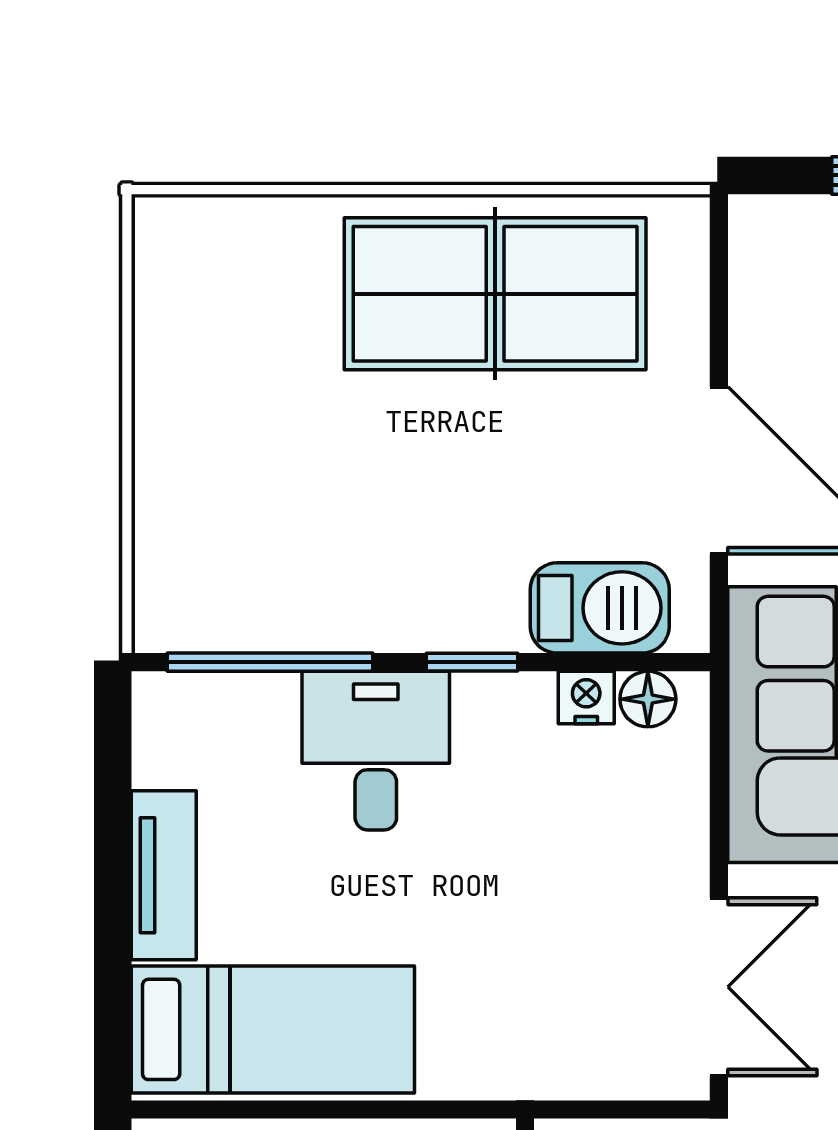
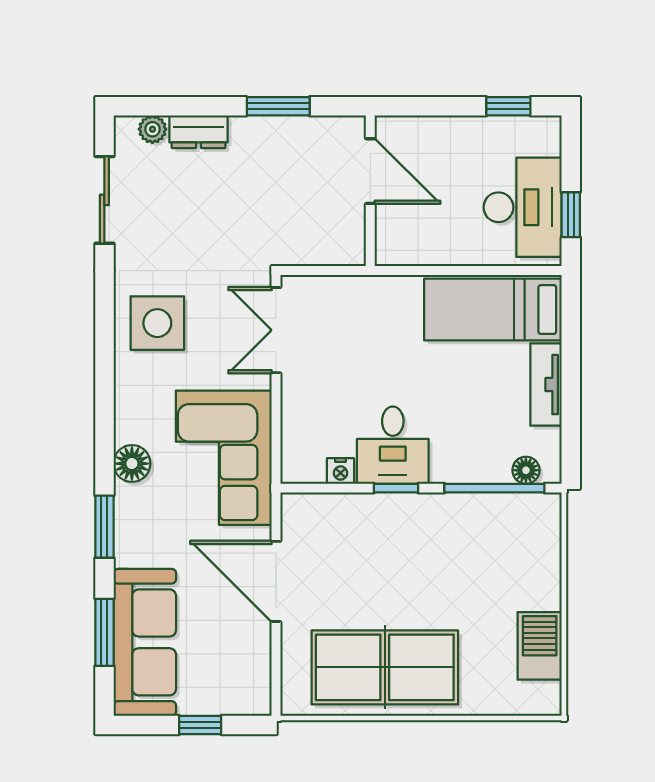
barbecue: (600, 608) -> (540, 646), moved, turned 90
floor lamp: (648, 699) -> (526, 470), moved
desk: (376, 751) -> (393, 445), moved

